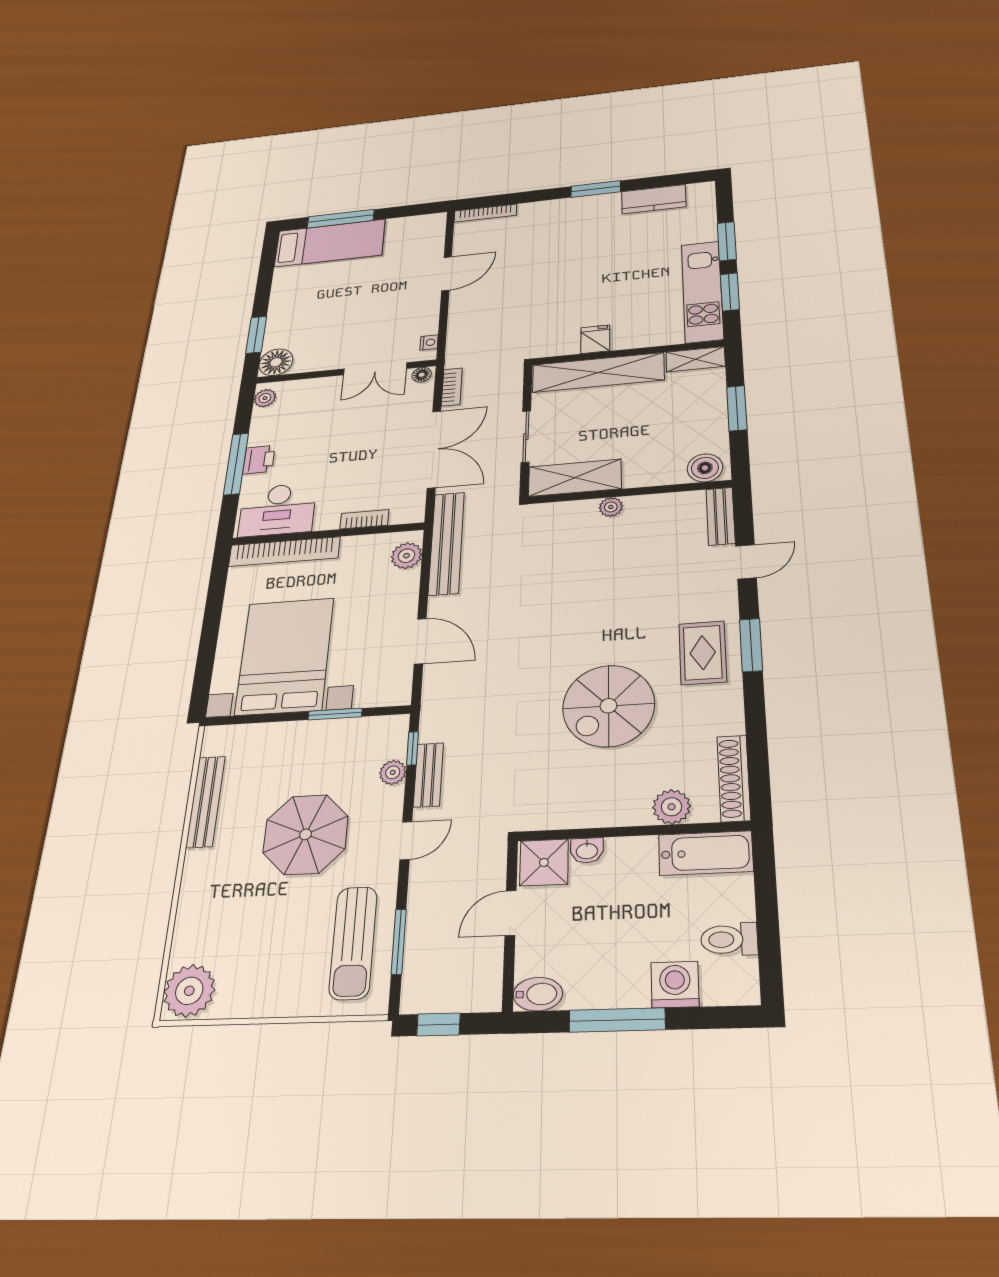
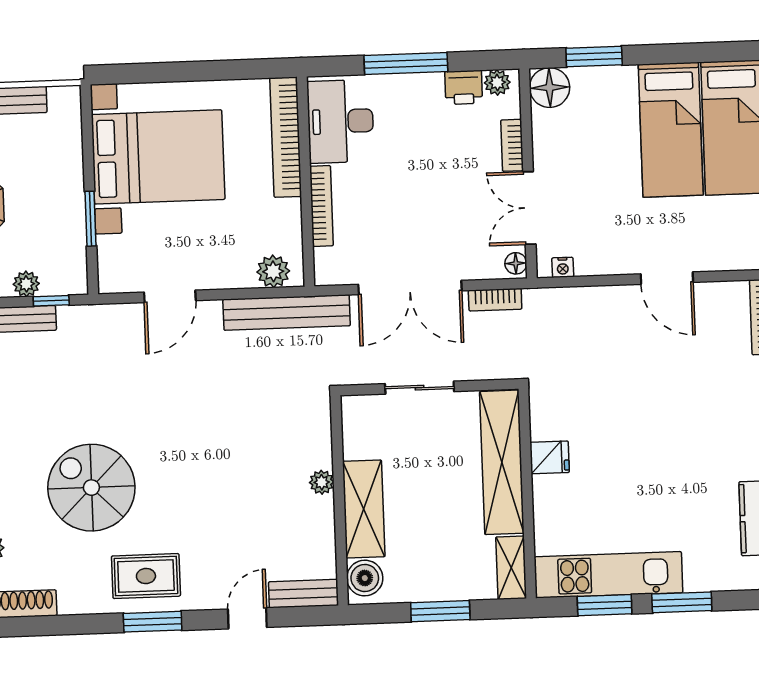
bed: (325, 281) -> (671, 130), added
bookcase: (320, 384) -> (512, 145), added
printer: (259, 460) -> (464, 87), moved
shelving: (575, 478) -> (364, 509), moved
bookcase: (364, 519) -> (322, 206), width x1.56
door: (746, 562) -> (247, 618), swing flipped

